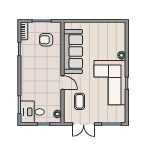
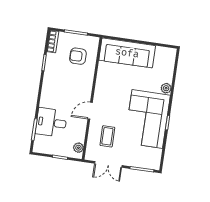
sofa: (73, 52) -> (127, 53), moved, turned 90
door: (63, 83) -> (90, 111), swing flipped
desk: (32, 112) -> (51, 122), moved

